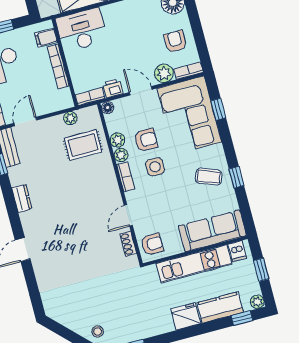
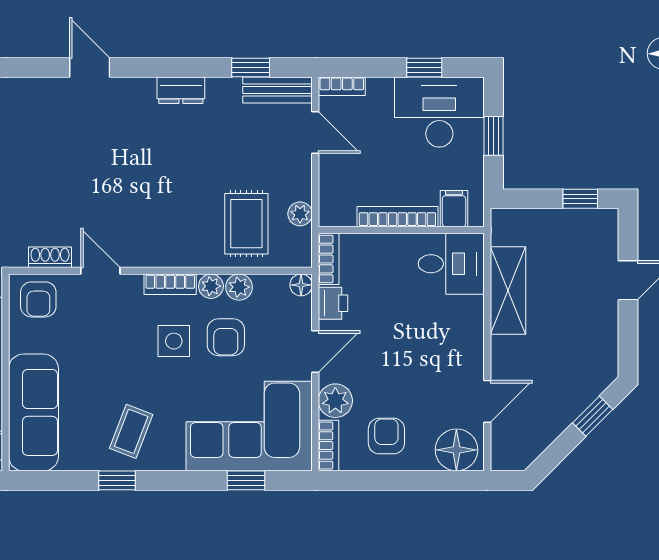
desk: (81, 30) -> (451, 264), width x0.73
armchair: (175, 41) -> (386, 436), turned -90

